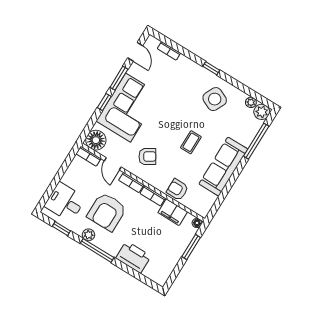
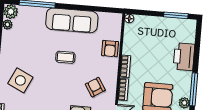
side table: (215, 99) -> (20, 80), moved
filing cabinet: (173, 212) -> (131, 43), removed
window: (191, 247) -> (176, 15), moved

